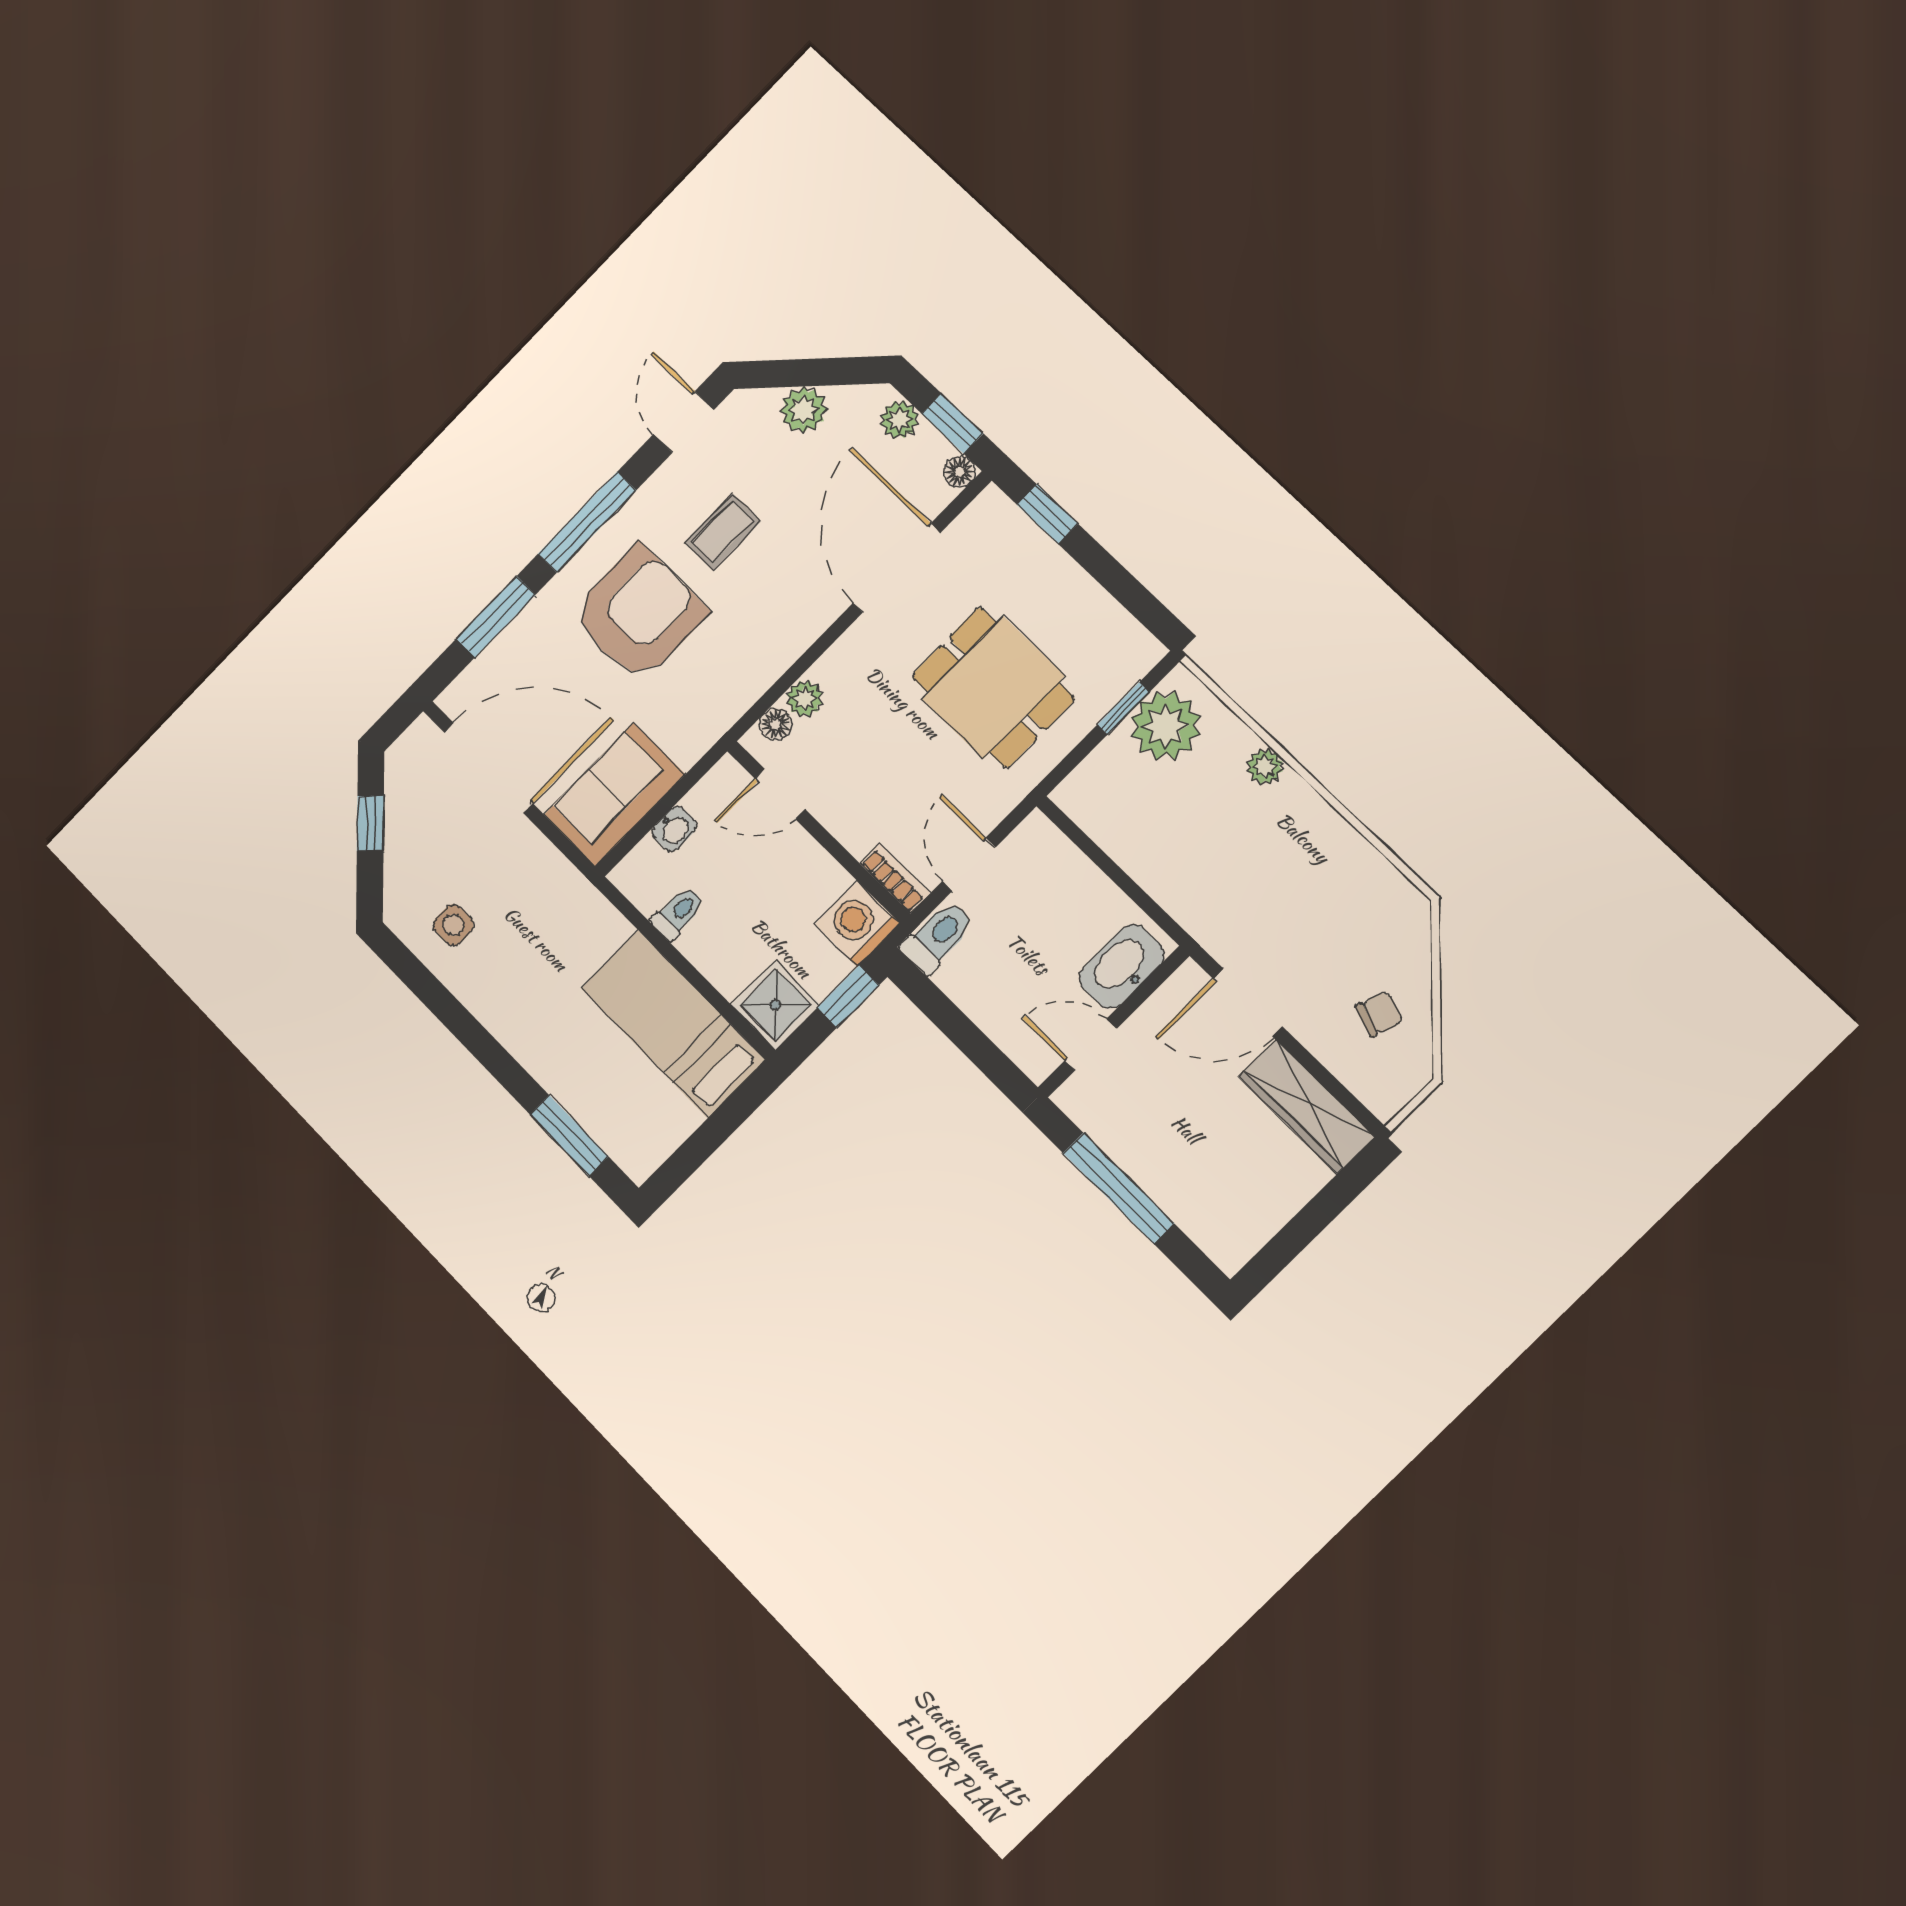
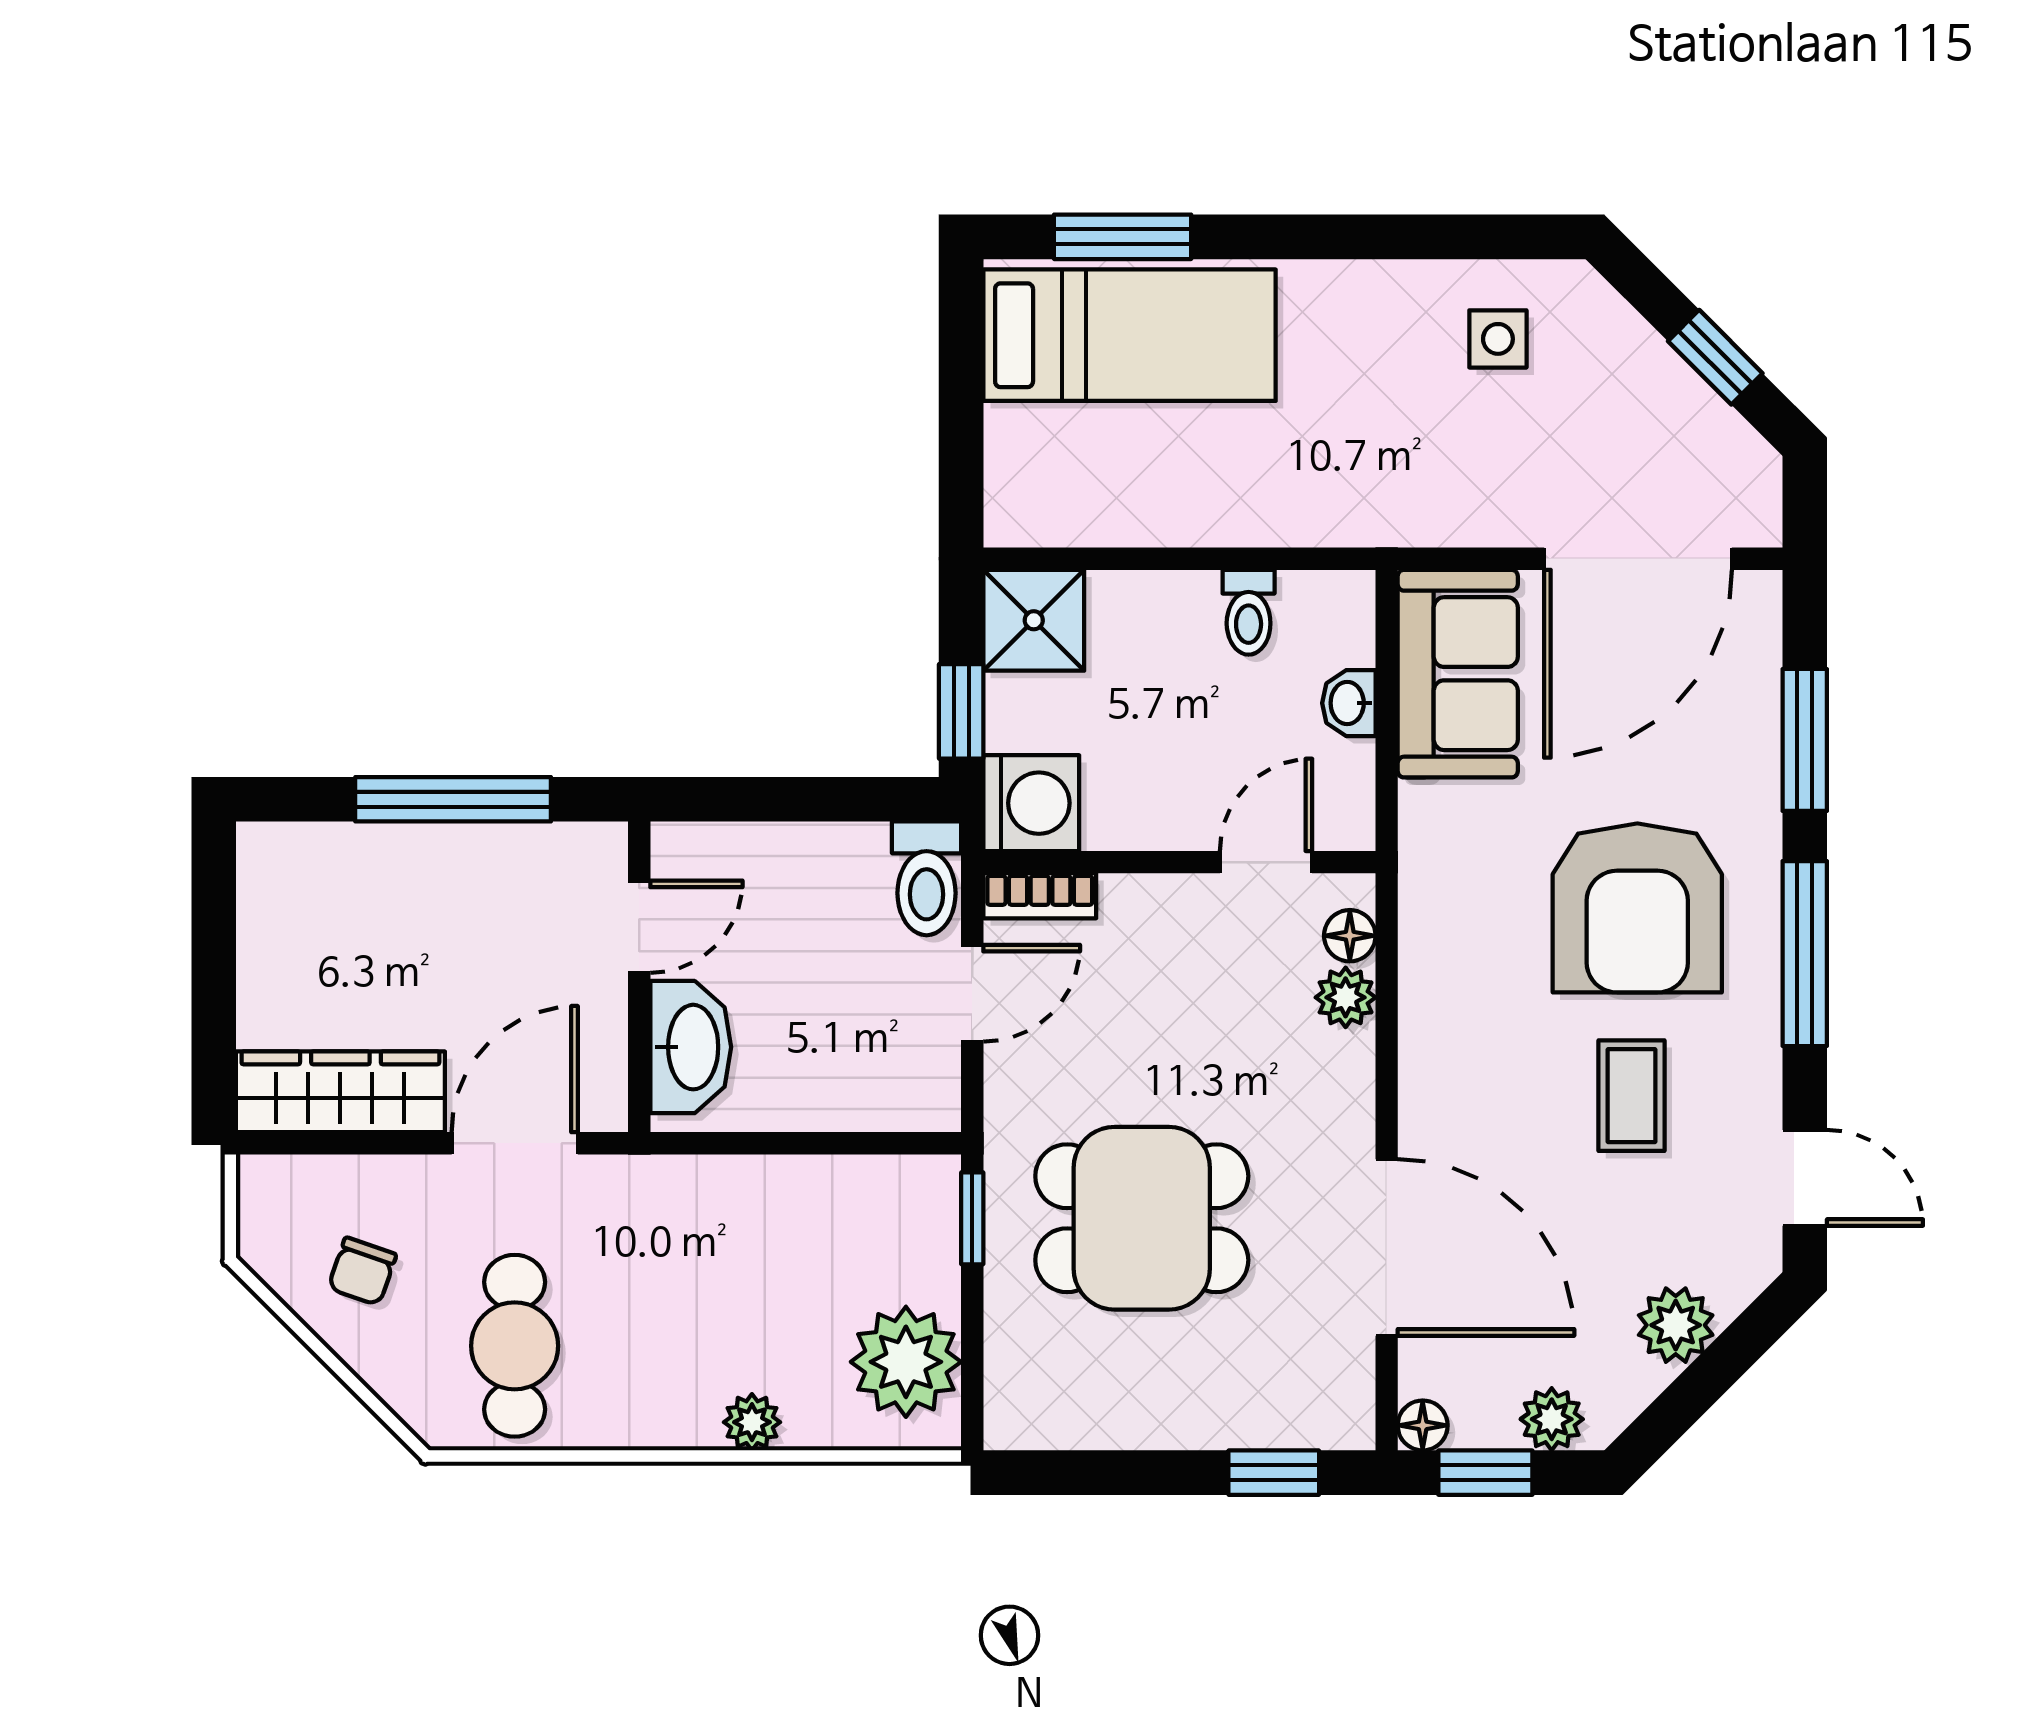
window: (1123, 708) -> (972, 1218), moved
door: (969, 864) -> (972, 993), hinge flipped
cafe table: (1342, 909) -> (515, 1346), added
bed: (673, 1024) -> (1129, 335), moved

